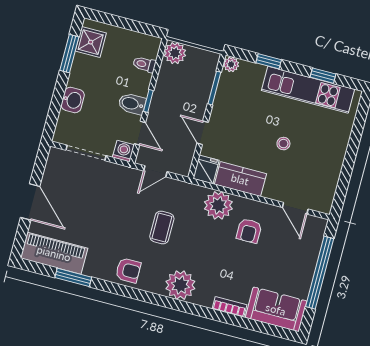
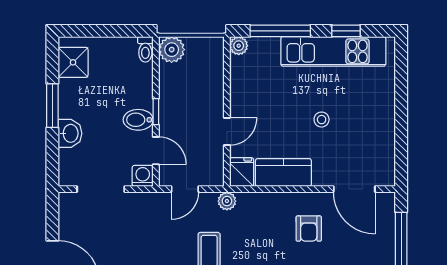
window: (69, 54) -> (52, 106), moved
window: (269, 61) -> (280, 31), width x2.17
toilet: (144, 64) -> (145, 49), moved, turned -90
window: (214, 88) -> (227, 77), removed
door: (203, 133) -> (227, 132), swing flipped
plant: (218, 205) -> (227, 201), moved, width x0.53, depth x0.53
door: (295, 208) -> (354, 189), width x1.38

